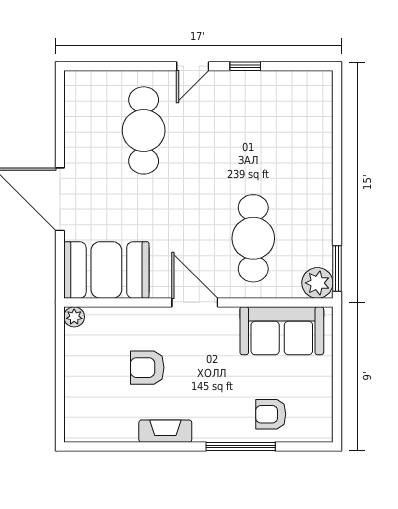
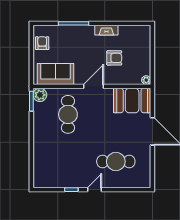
cafe table: (144, 130) -> (116, 161), turned 90
door: (195, 303) -> (94, 86), swing flipped
armchair: (271, 414) -> (42, 43), moved, turned -90

